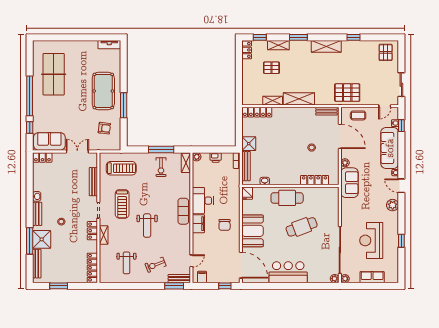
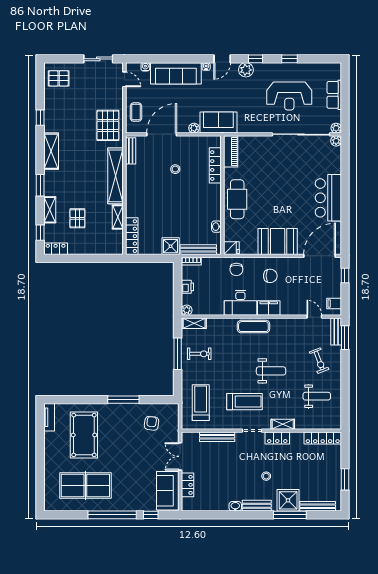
pool table: (103, 91) -> (84, 435), moved, turned 90
shelving: (299, 99) -> (116, 176), width x1.47
window: (401, 126) -> (256, 59), moved
locker: (42, 157) -> (187, 485), moved
piano: (326, 193) -> (231, 151), added
chair: (230, 197) -> (236, 269), added
cafe table: (302, 227) -> (273, 181), removed

